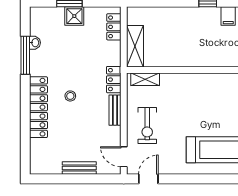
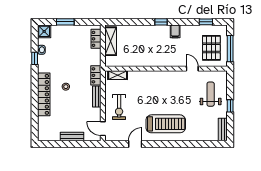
shower: (74, 16) -> (44, 31), moved
shelving: (135, 46) -> (111, 41), moved
window: (25, 55) -> (35, 58), width x0.46
door: (148, 179) -> (135, 144), moved

